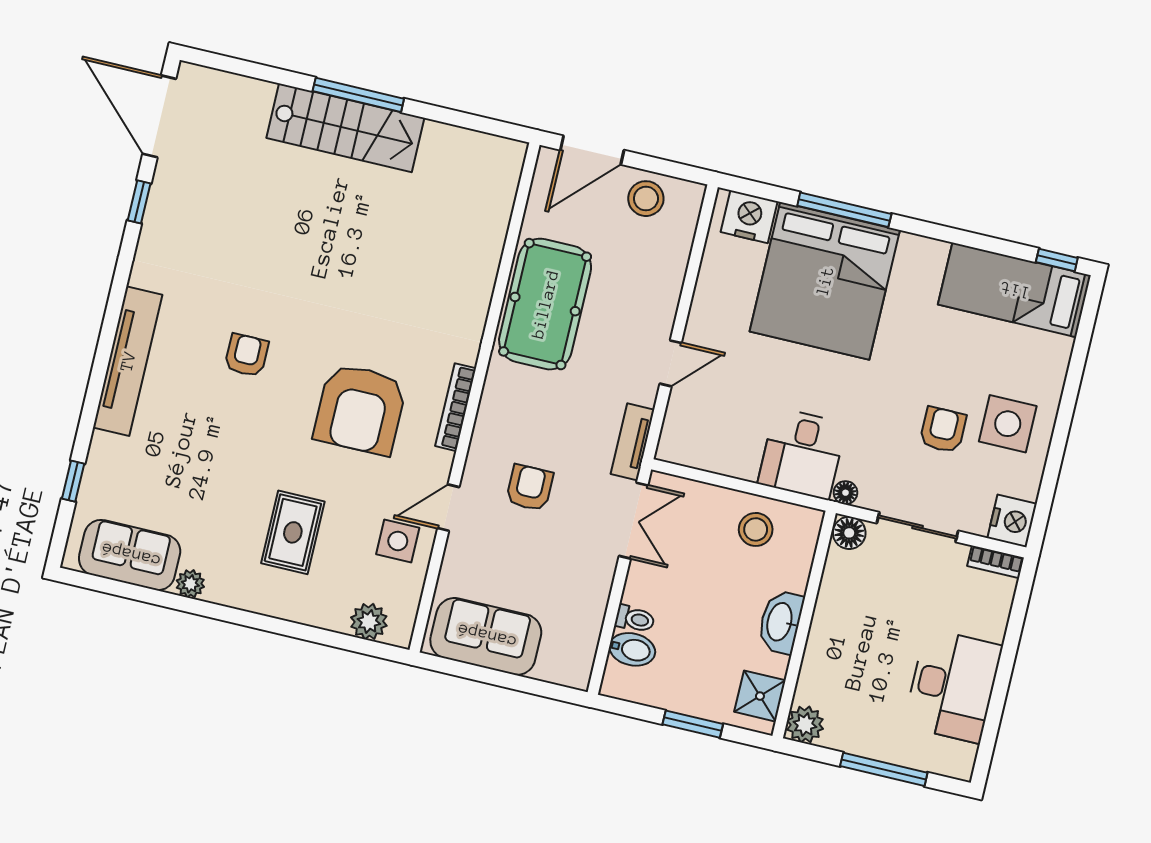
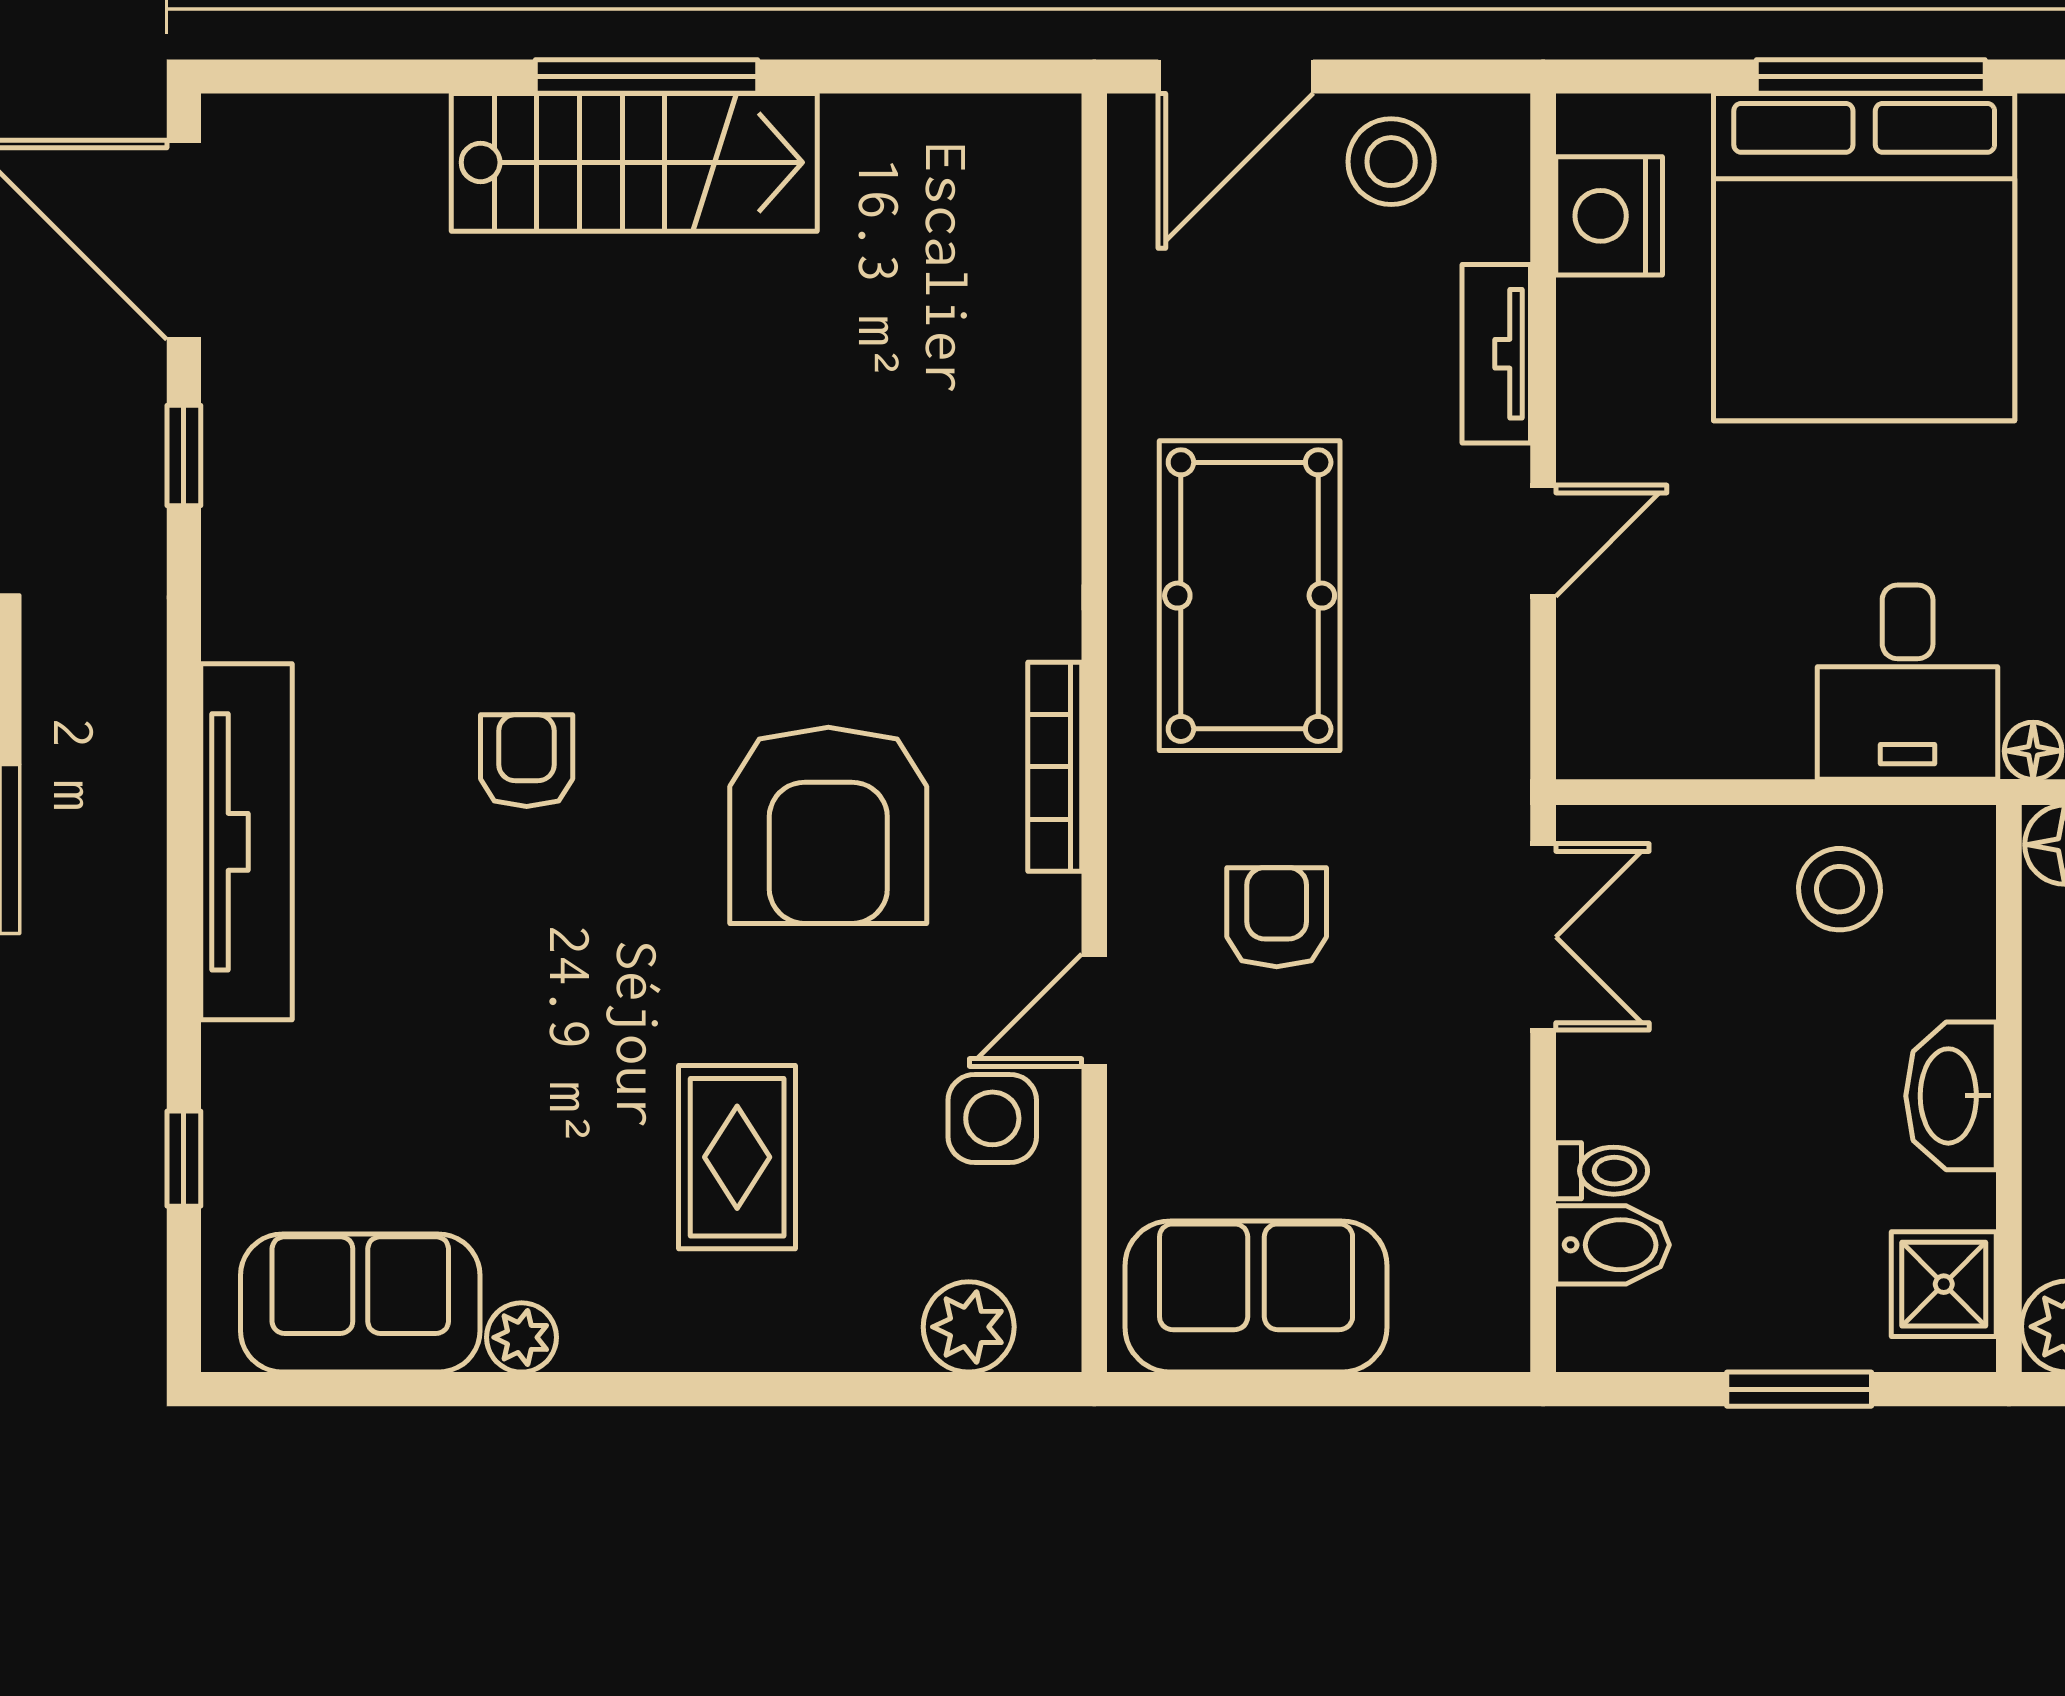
nightstand: (749, 217) -> (1609, 216), moved, turned -90
pool table: (545, 304) -> (1250, 596), moved
tv unit: (632, 442) -> (1496, 354), moved

